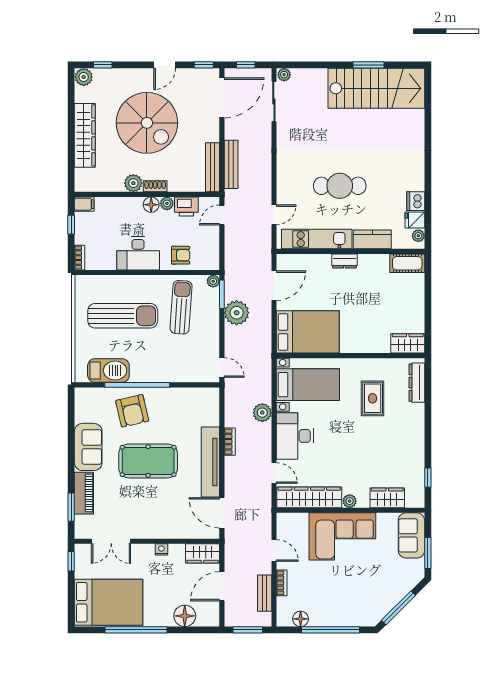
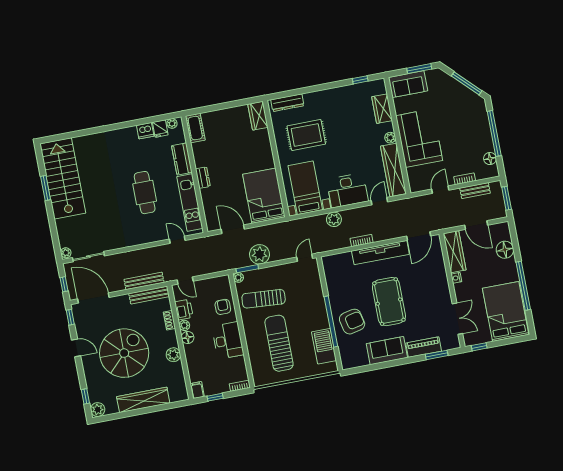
shoe rack: (155, 186) -> (169, 320), moved
rug: (373, 398) -> (306, 135), width x1.36, depth x1.43
wardrobe: (203, 553) -> (455, 252), width x1.50

